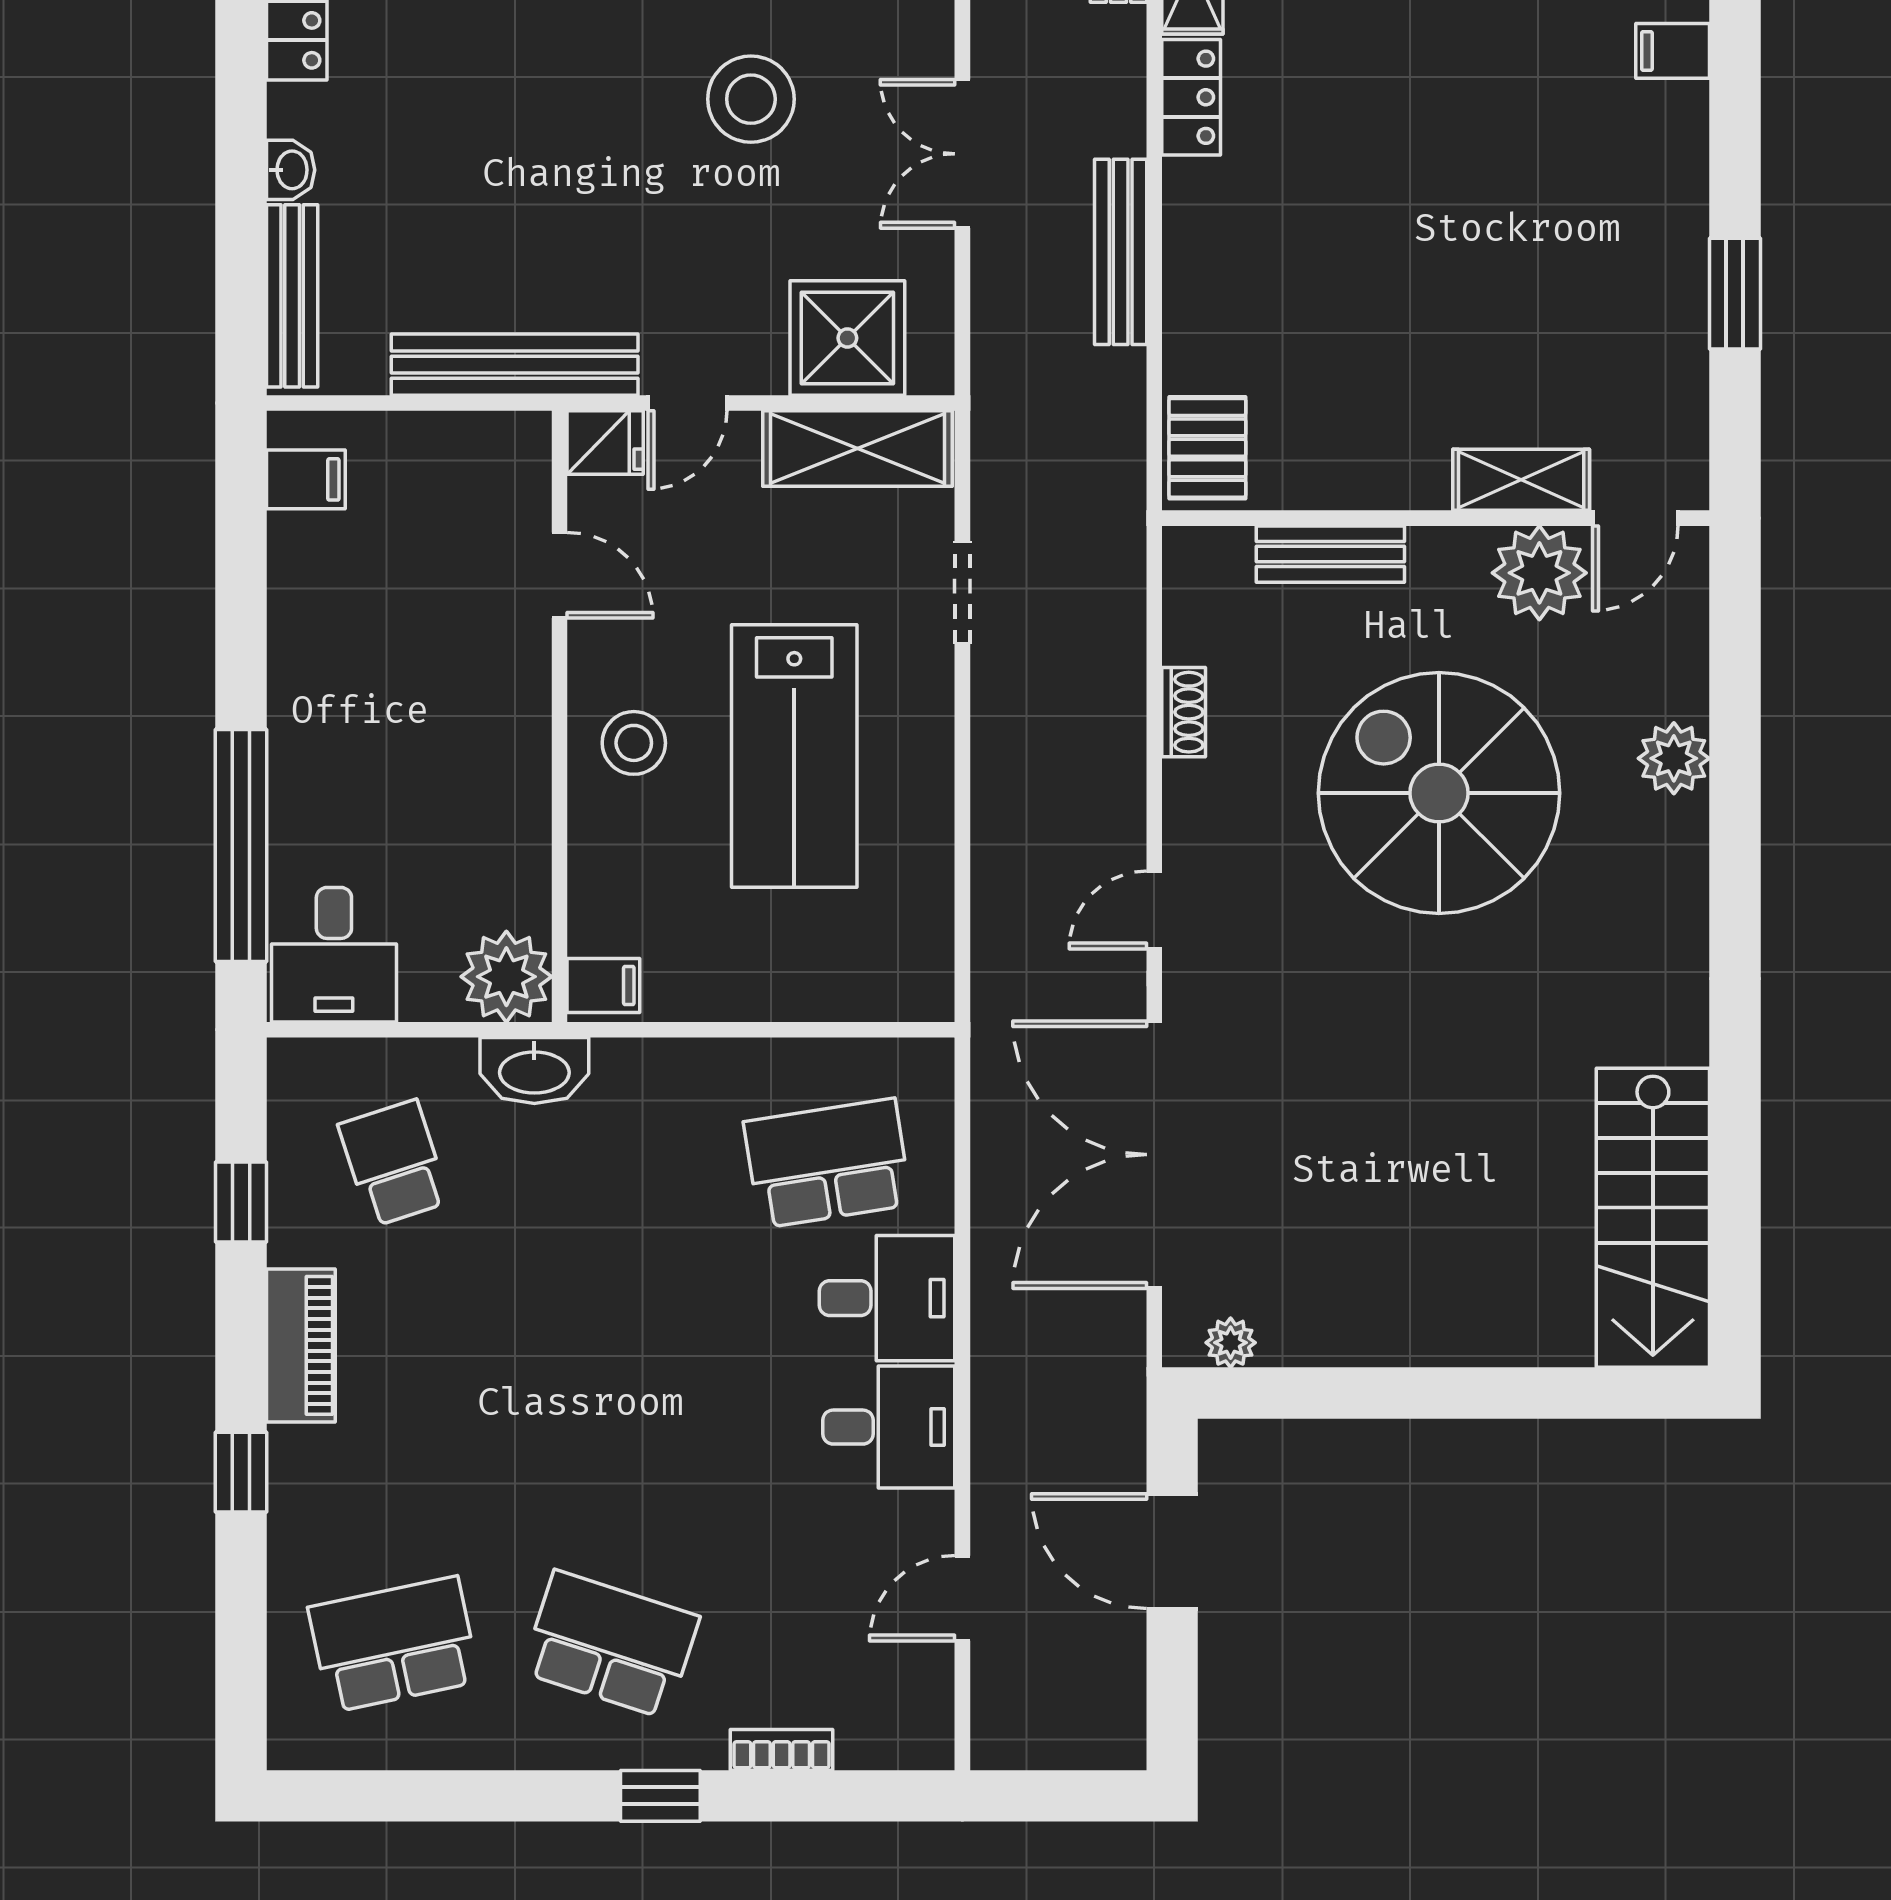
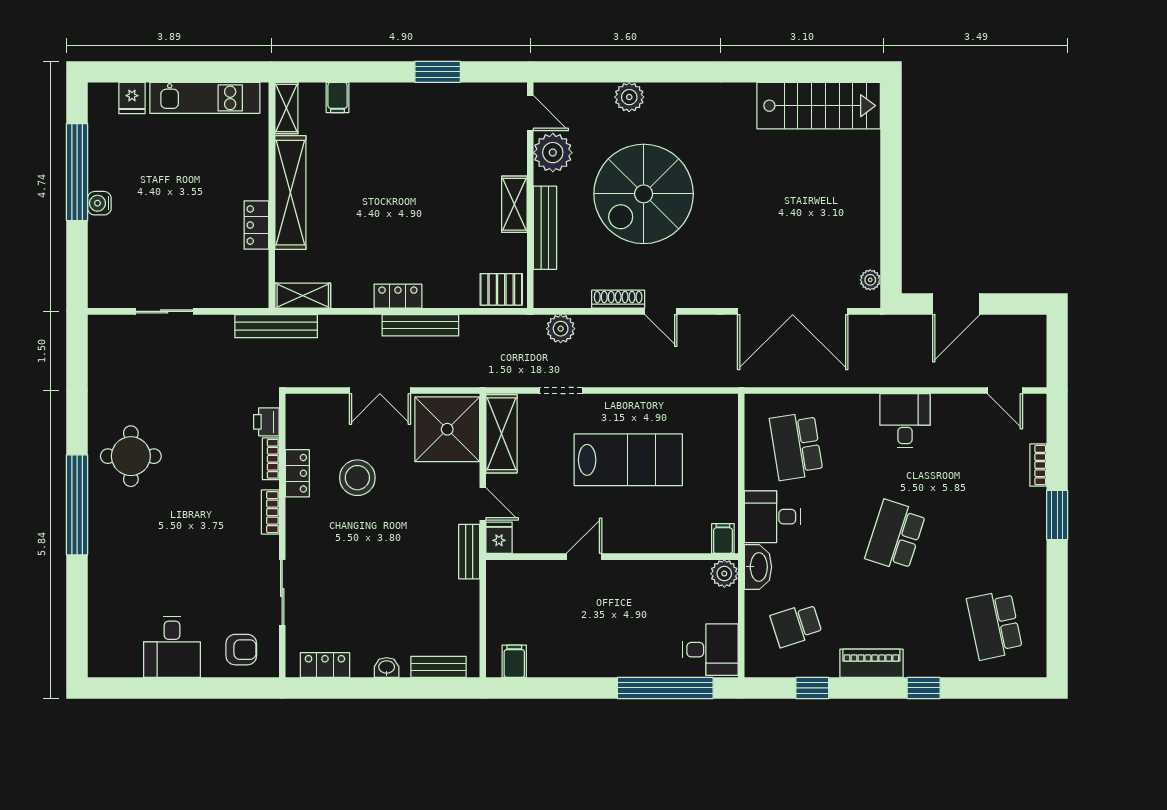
locker: (1191, 97) -> (398, 296), moved
bench: (292, 296) -> (439, 667), width x0.73
shower: (847, 338) -> (447, 429), width x1.37, depth x1.37
bench: (515, 365) -> (469, 552), width x0.54, depth x0.82
shelving: (1521, 480) -> (514, 204), moved
bench: (1330, 554) -> (545, 228), width x1.36
door: (559, 575) -> (584, 557), moved
plant: (1112, 592) -> (561, 329), added
shoe rack: (1184, 712) -> (618, 299), width x1.43
stool: (634, 743) -> (623, 526), removed
door: (1154, 910) -> (661, 311), moved
plant: (506, 977) -> (724, 574), width x0.73, depth x0.73
desk: (887, 1298) -> (772, 517), moved, turned -90
door: (962, 1598) -> (1005, 390), moved
school desk: (611, 1644) -> (895, 536), moved
window: (660, 1796) -> (1057, 515), width x1.50

